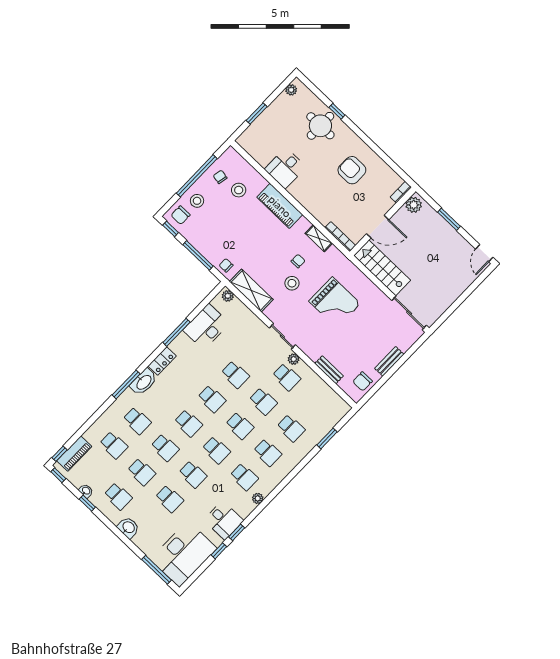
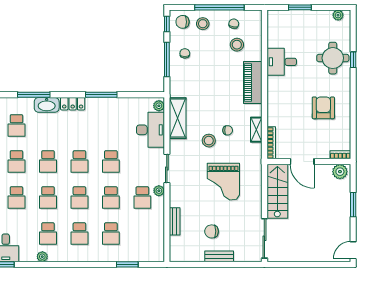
chair: (226, 265) -> (185, 53), moved
desk: (206, 327) -> (150, 130), moved, turned 90
chair: (363, 381) -> (212, 231), moved

